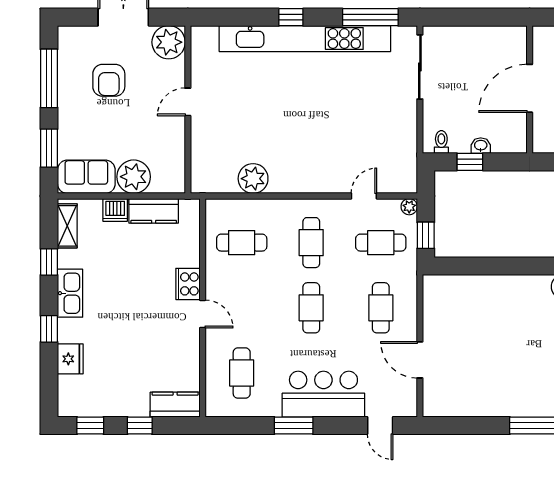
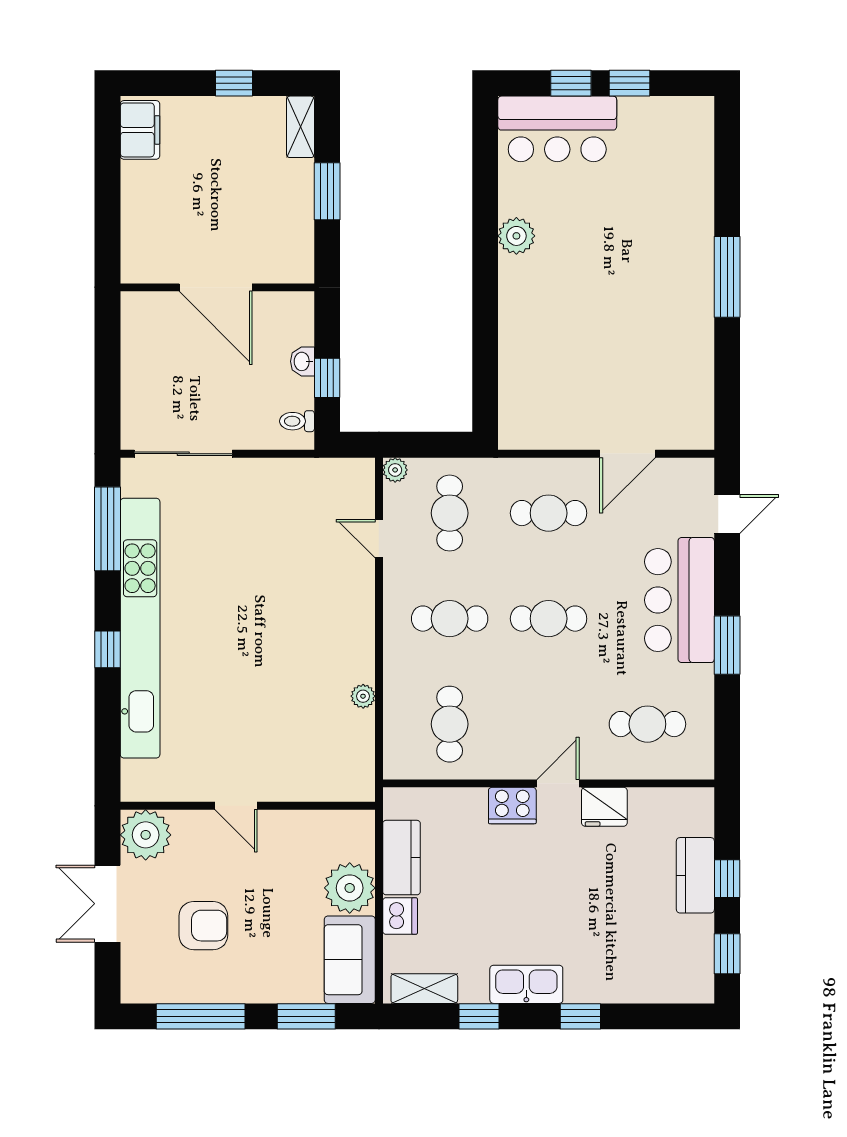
plant: (253, 179) -> (363, 696), width x0.53, depth x0.53
window: (426, 235) -> (438, 445), removed
fridge: (70, 359) -> (604, 807), moved, turned 180
kitchen counter: (175, 405) -> (695, 875), moved

